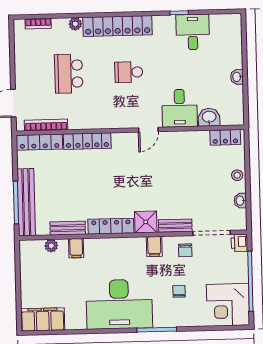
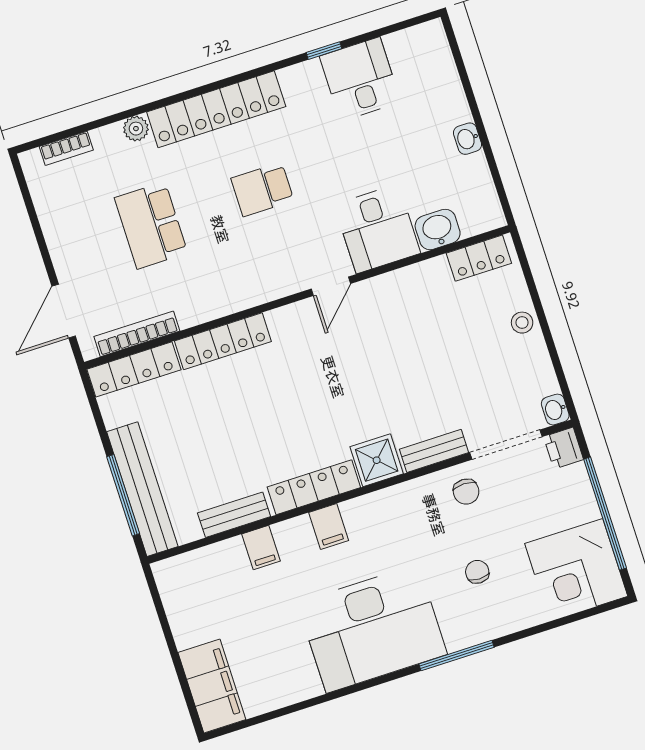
washbasin: (240, 201) -> (555, 410), moved
plant: (51, 246) -> (213, 557), removed
filing cabinet: (154, 246) -> (329, 526), moved
filing cabinet: (43, 319) -> (212, 686), moved, turned 90

